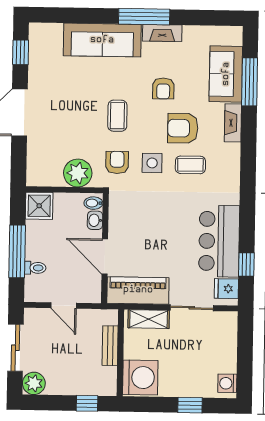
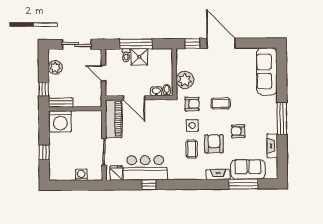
fireplace: (162, 33) -> (272, 146), moved
sofa: (102, 40) -> (267, 71), moved
window: (21, 52) -> (193, 44), moved
shower: (39, 206) -> (139, 57), moved
door: (105, 257) -> (134, 98), swing flipped
window: (246, 264) -> (149, 185), moved
door: (64, 306) -> (103, 73), hinge flipped
shelving: (149, 319) -> (96, 126), removed
bench: (110, 346) -> (61, 103), moved
plant: (34, 383) -> (55, 67), moved
washing machine: (227, 383) -> (81, 175), moved

